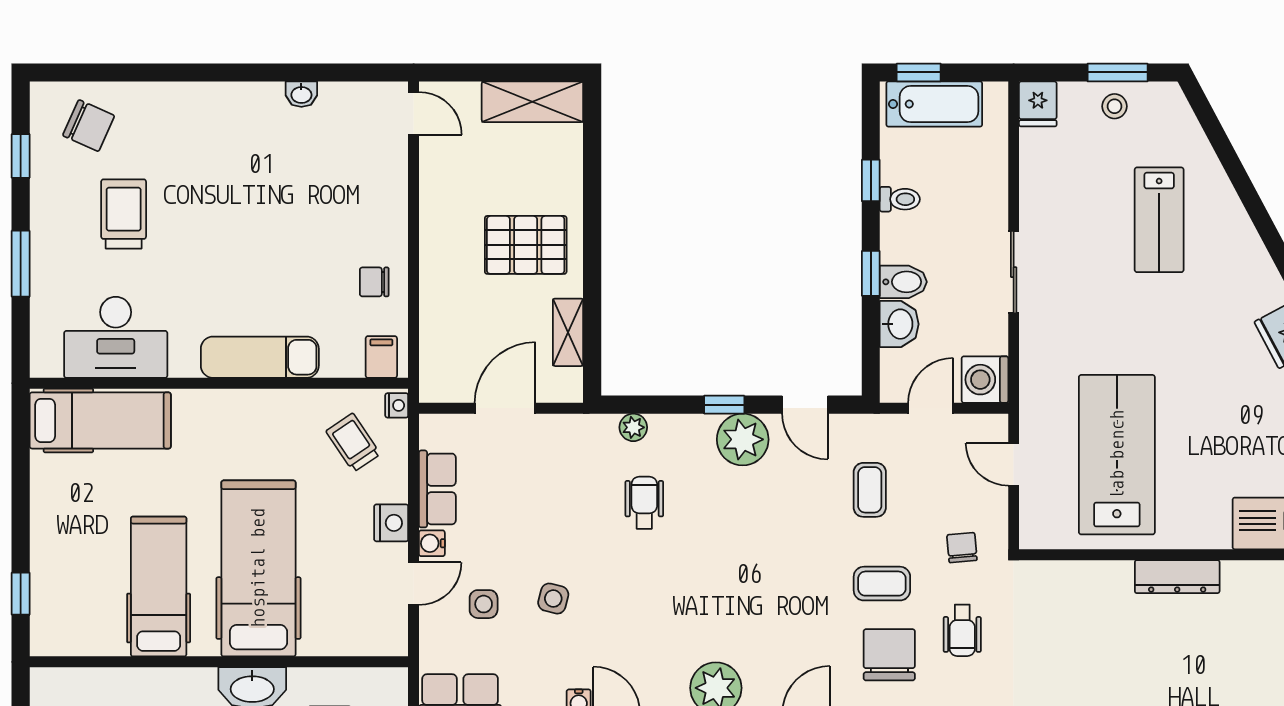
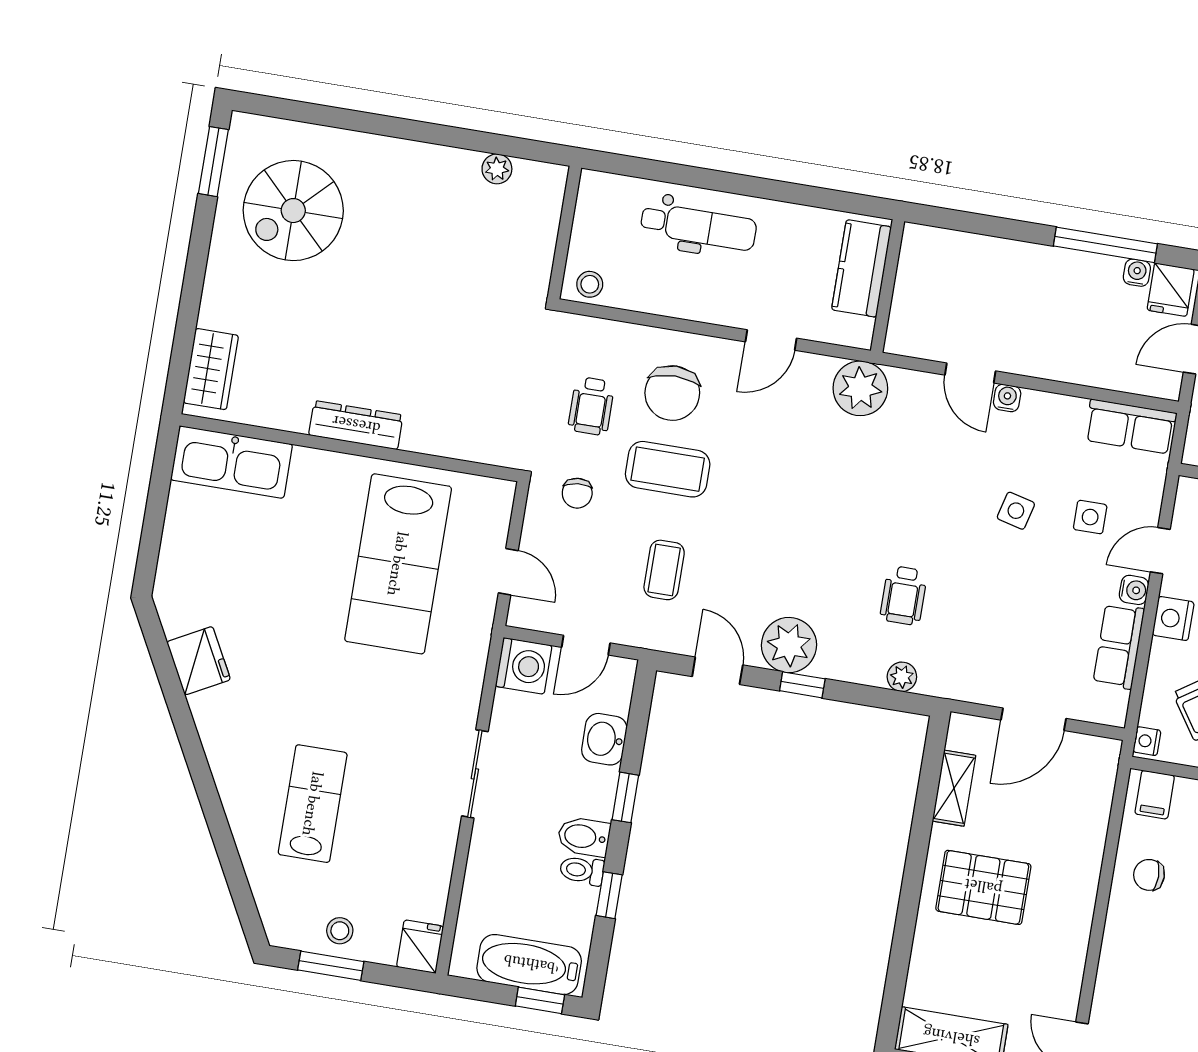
chair: (374, 282) -> (1149, 875), turned 180
bidet: (903, 282) -> (584, 837), moved
coffee table: (882, 584) -> (668, 469), width x1.36, depth x1.30
wheelchair: (962, 630) -> (591, 406), turned 180

